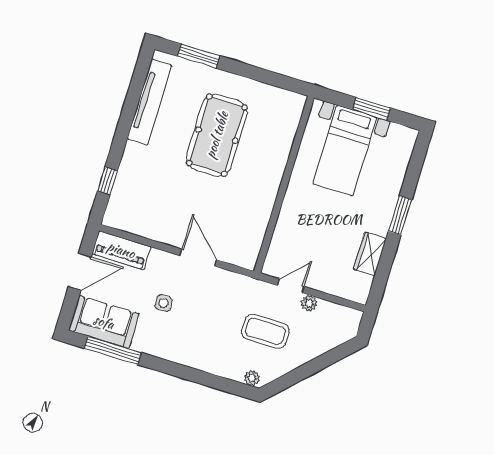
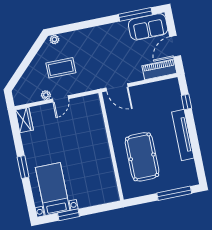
window: (199, 56) -> (174, 193), width x1.44
tv unit: (149, 102) -> (183, 135), moved
bed with nightstands: (345, 150) -> (53, 189), moved
wall: (284, 185) -> (111, 146), moved
wardrobe: (370, 254) -> (24, 120), moved
side table: (164, 303) -> (122, 54), removed

